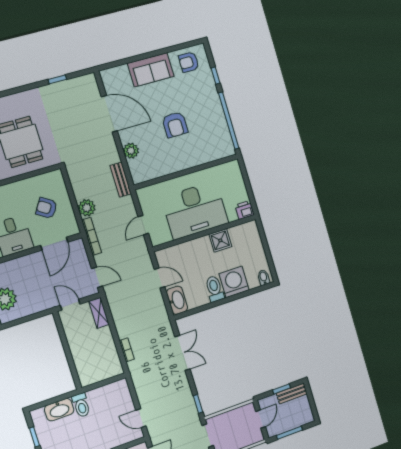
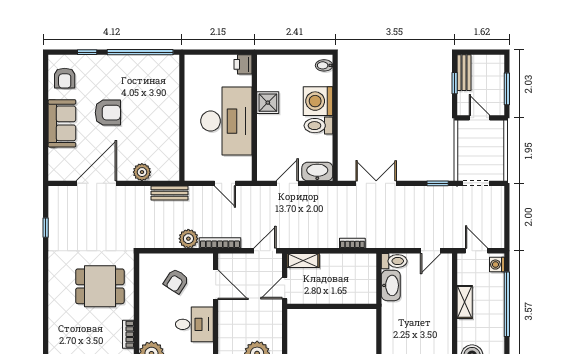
armchair: (175, 125) -> (108, 113), moved
toilet: (81, 405) -> (394, 261), moved
washbasin: (59, 410) -> (391, 285), moved

